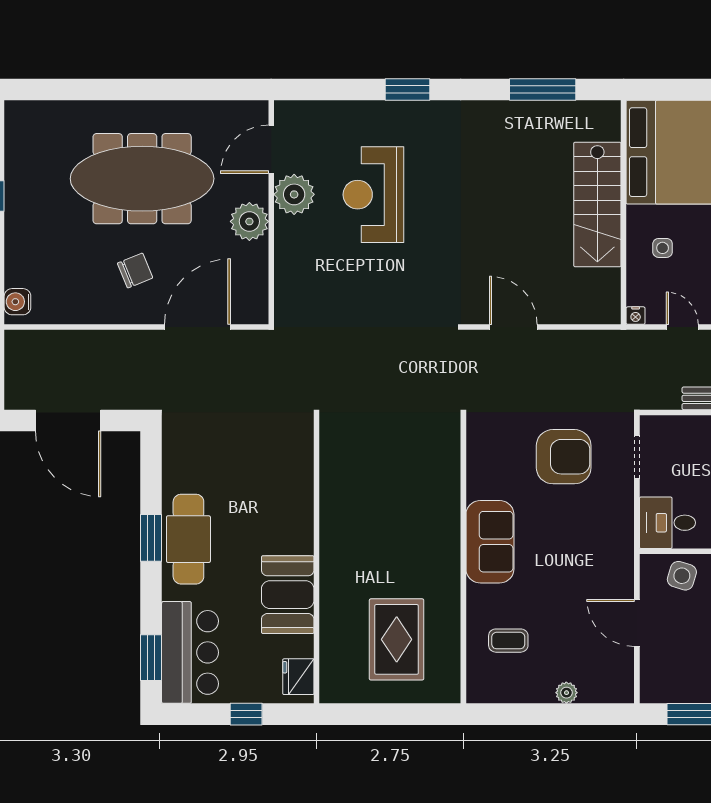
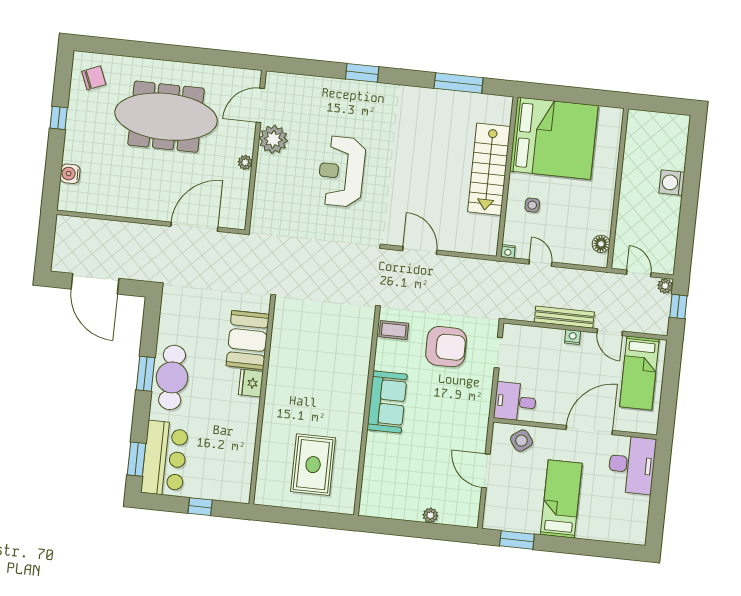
reception desk: (373, 195) -> (341, 171), moved
plant: (249, 221) -> (245, 162), width x0.53, depth x0.53
chair: (135, 271) -> (94, 78), moved
water cooler: (17, 302) -> (70, 174), moved
side table: (682, 576) -> (521, 441), turned 36
booth: (288, 595) -> (248, 340), moved
coffee table: (508, 641) -> (394, 330), moved
fridge: (298, 677) -> (251, 383), moved

